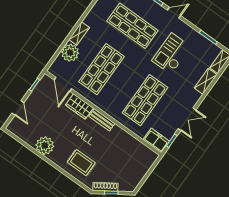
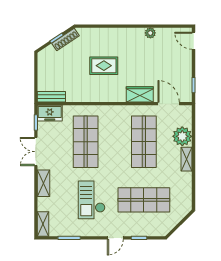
checkout: (171, 54) -> (92, 200), turned 180
shelving: (206, 81) -> (43, 183), moved
door: (18, 108) -> (194, 41), moved
bench: (102, 120) -> (51, 97), moved
plant: (45, 146) -> (150, 33), width x0.53, depth x0.53
rug: (81, 163) -> (104, 66), moved

